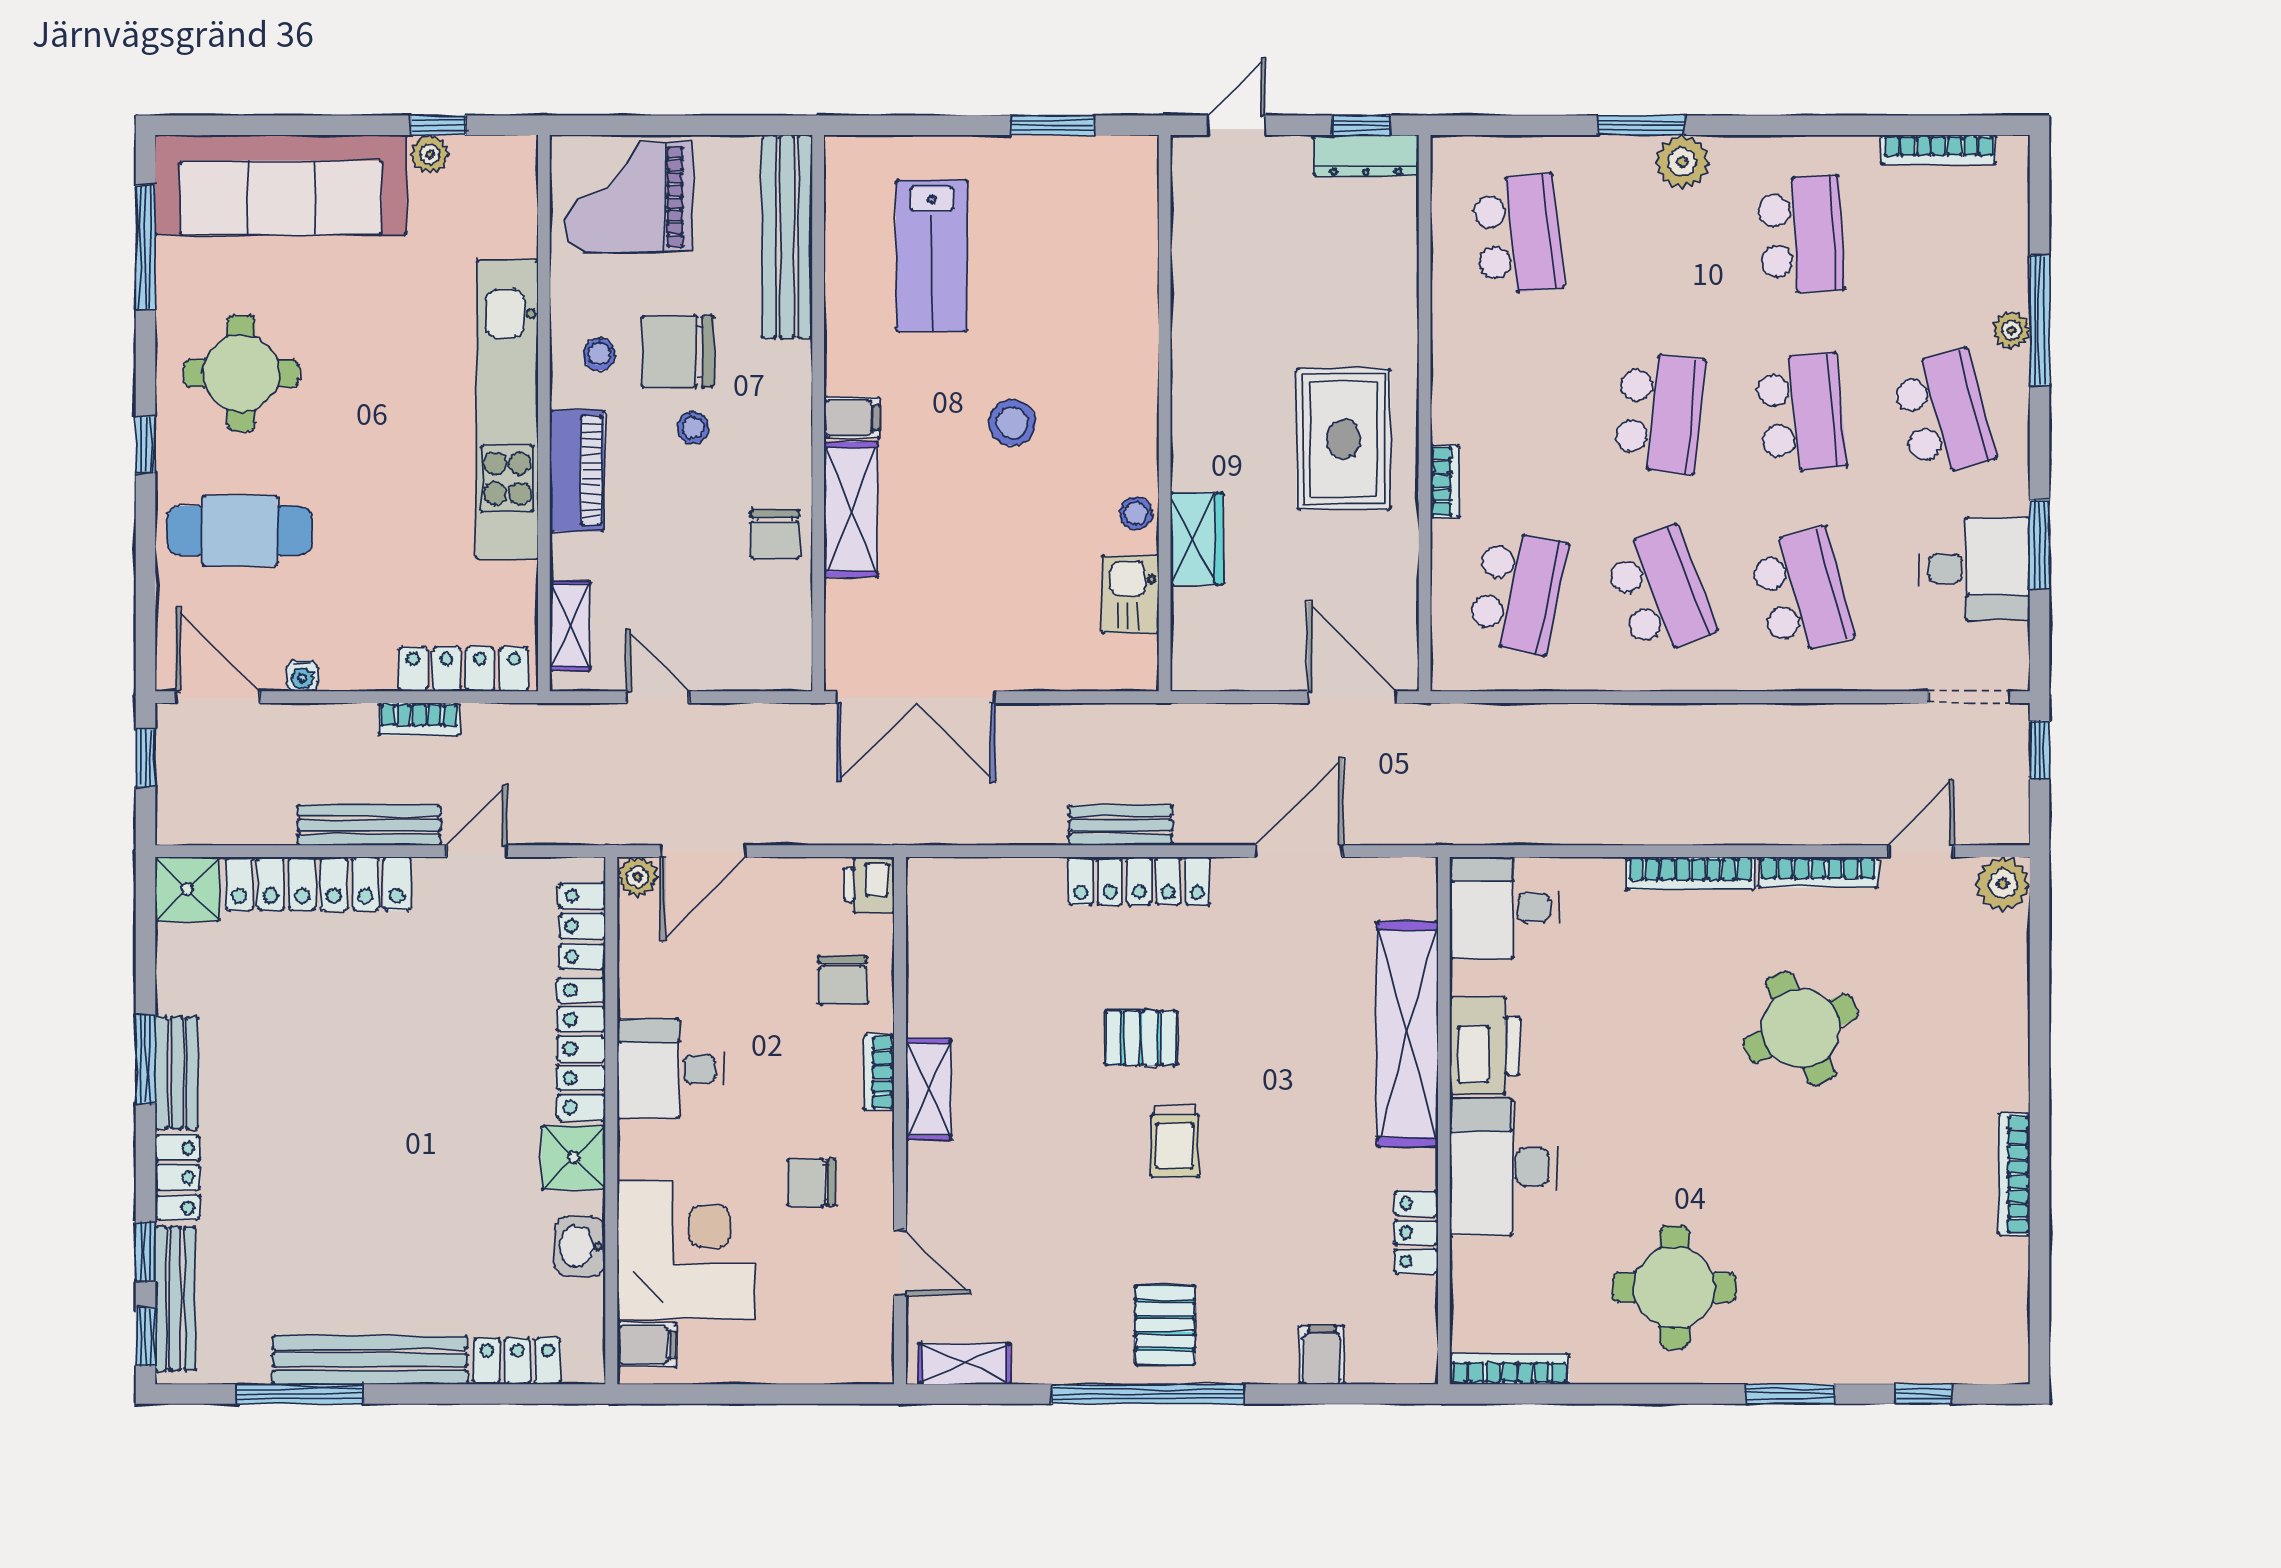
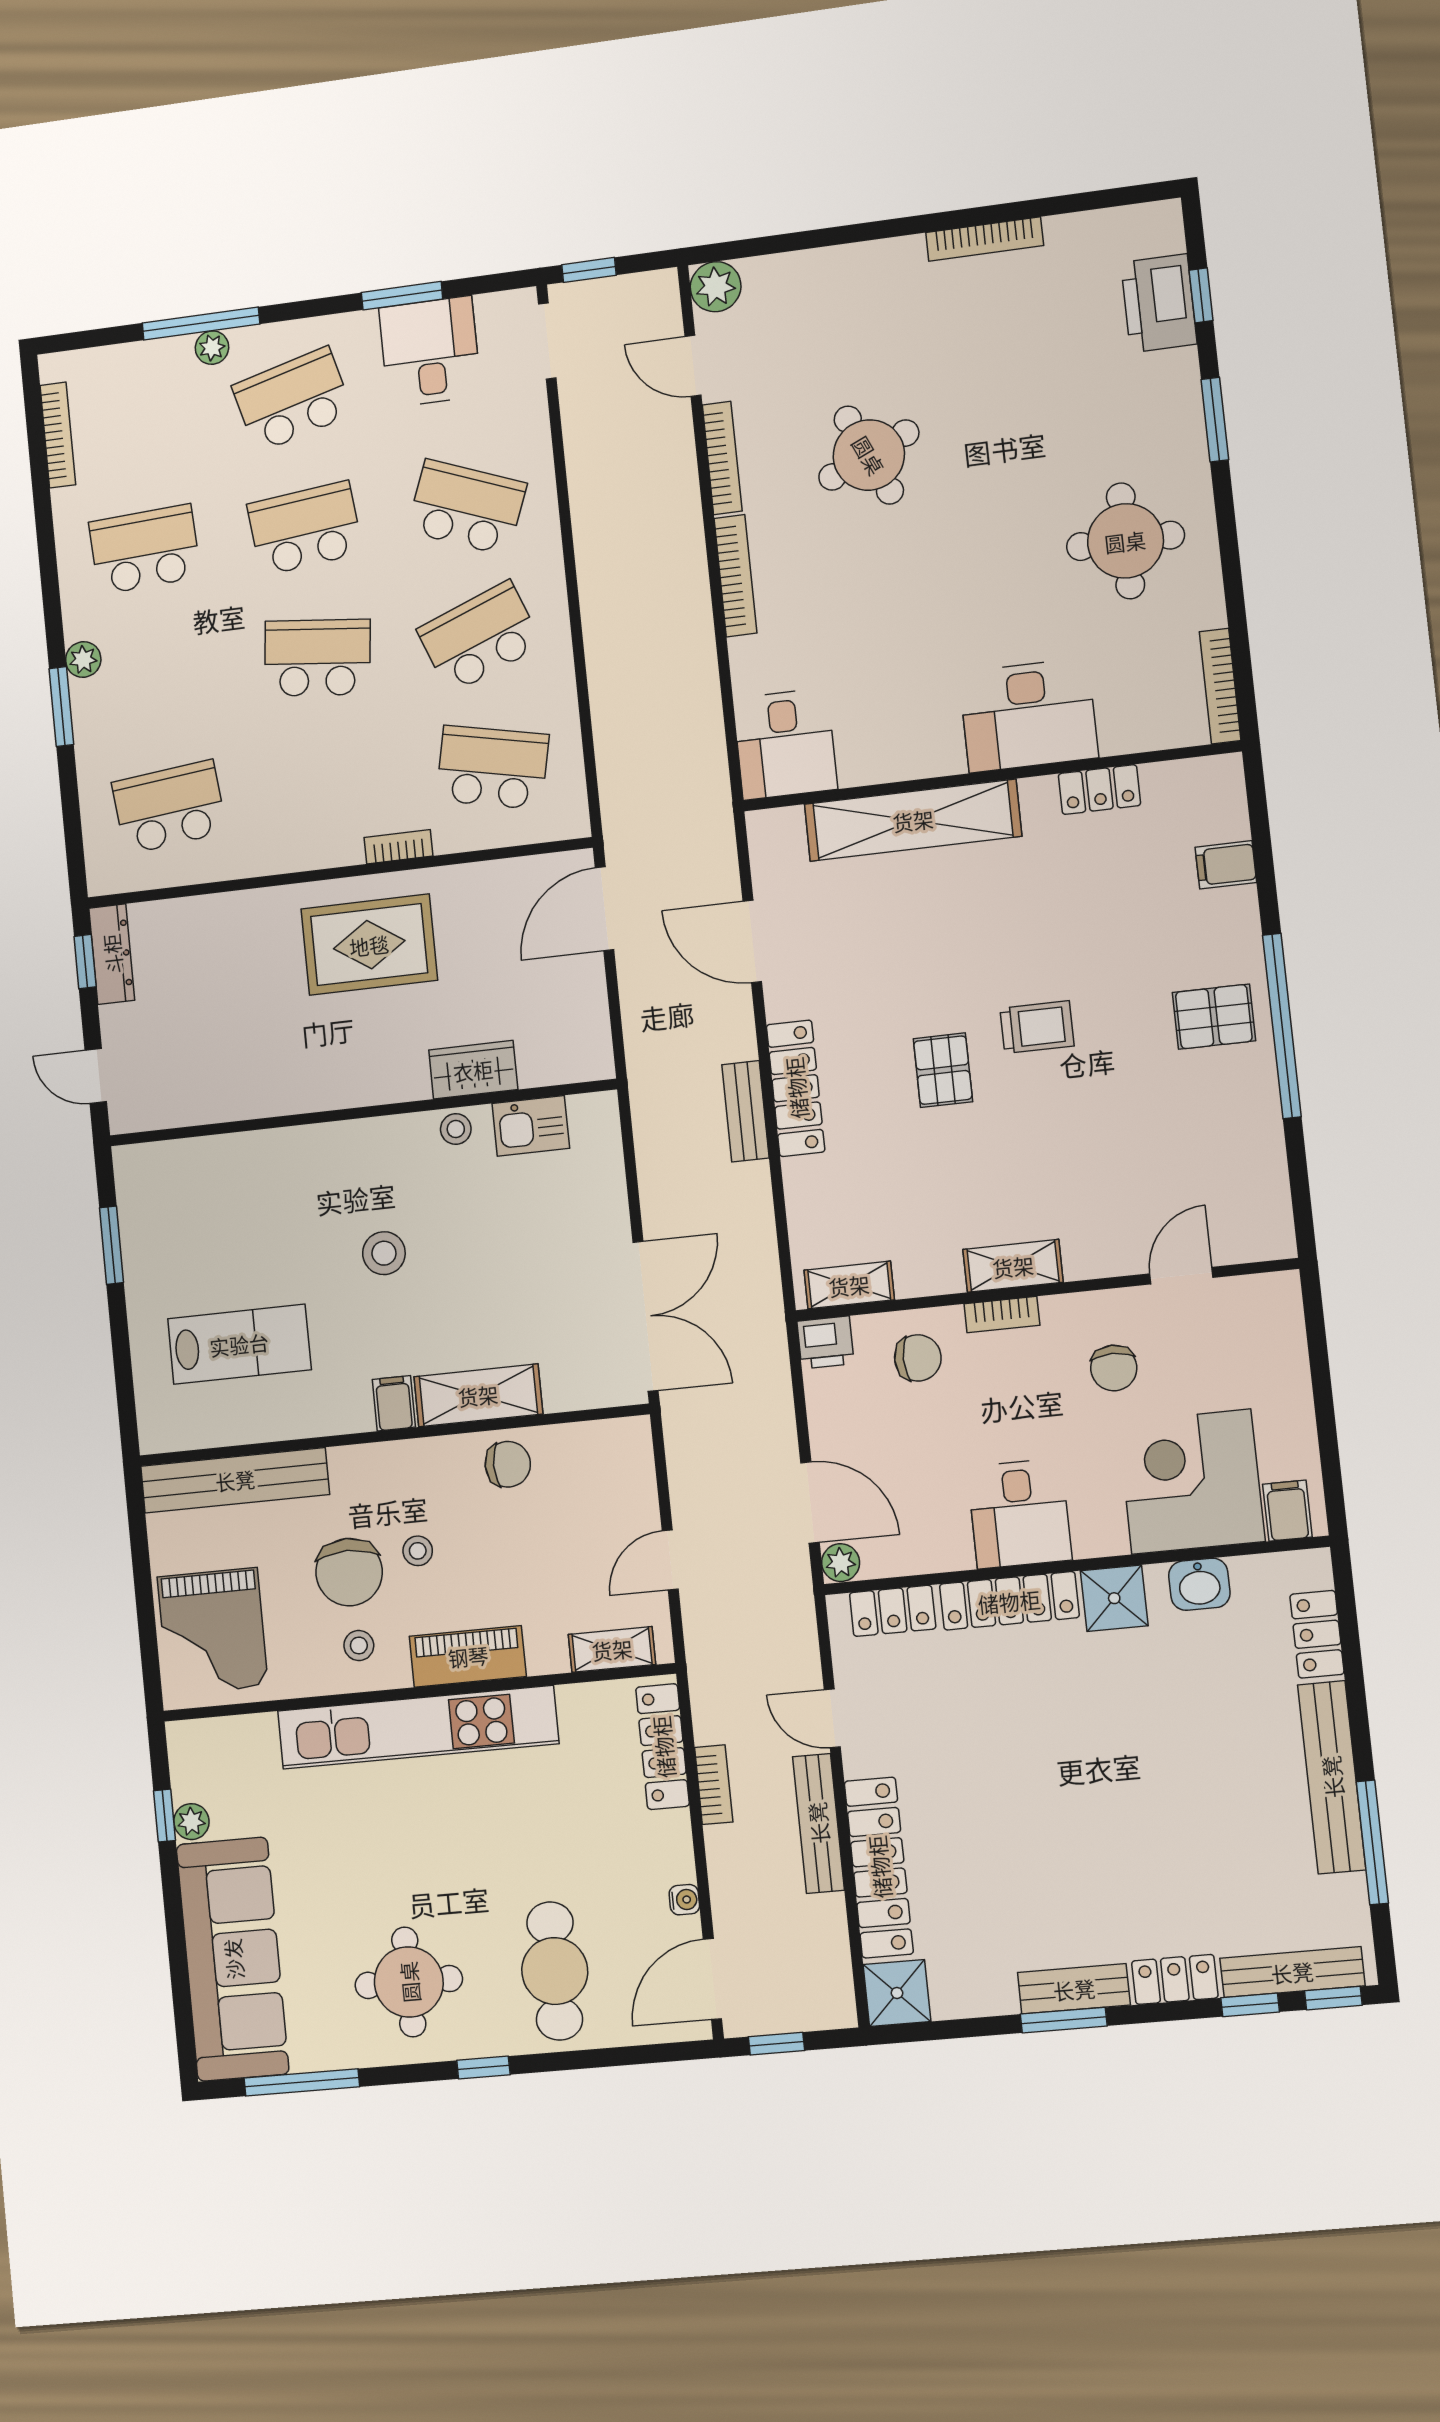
plant: (1682, 162) -> (83, 659), width x0.73, depth x0.73
school desk: (1801, 592) -> (467, 507), turned 36
printer: (1485, 1046) -> (1159, 303), moved, turned -90
shelving: (964, 1364) -> (849, 1285), moved, turned 90

